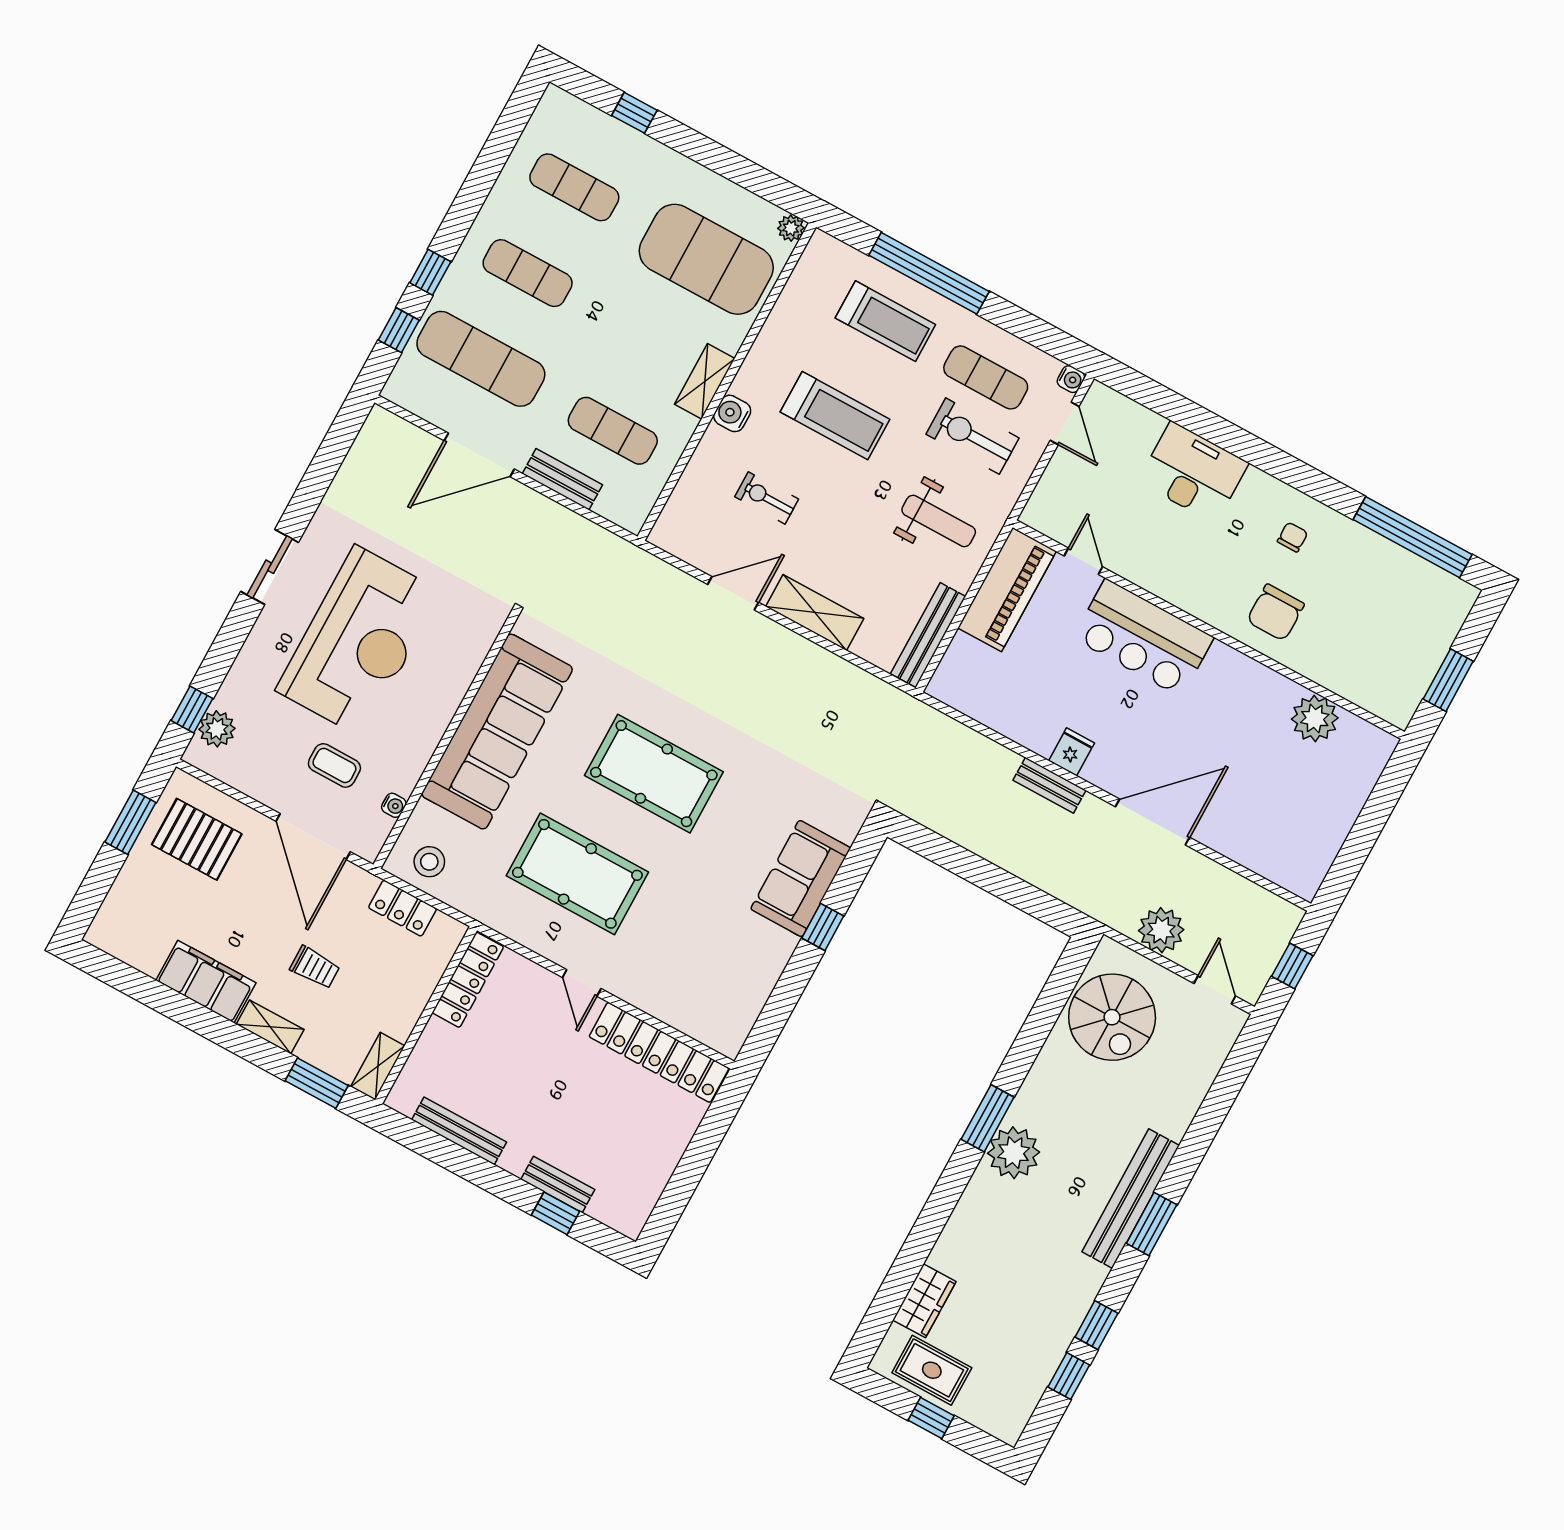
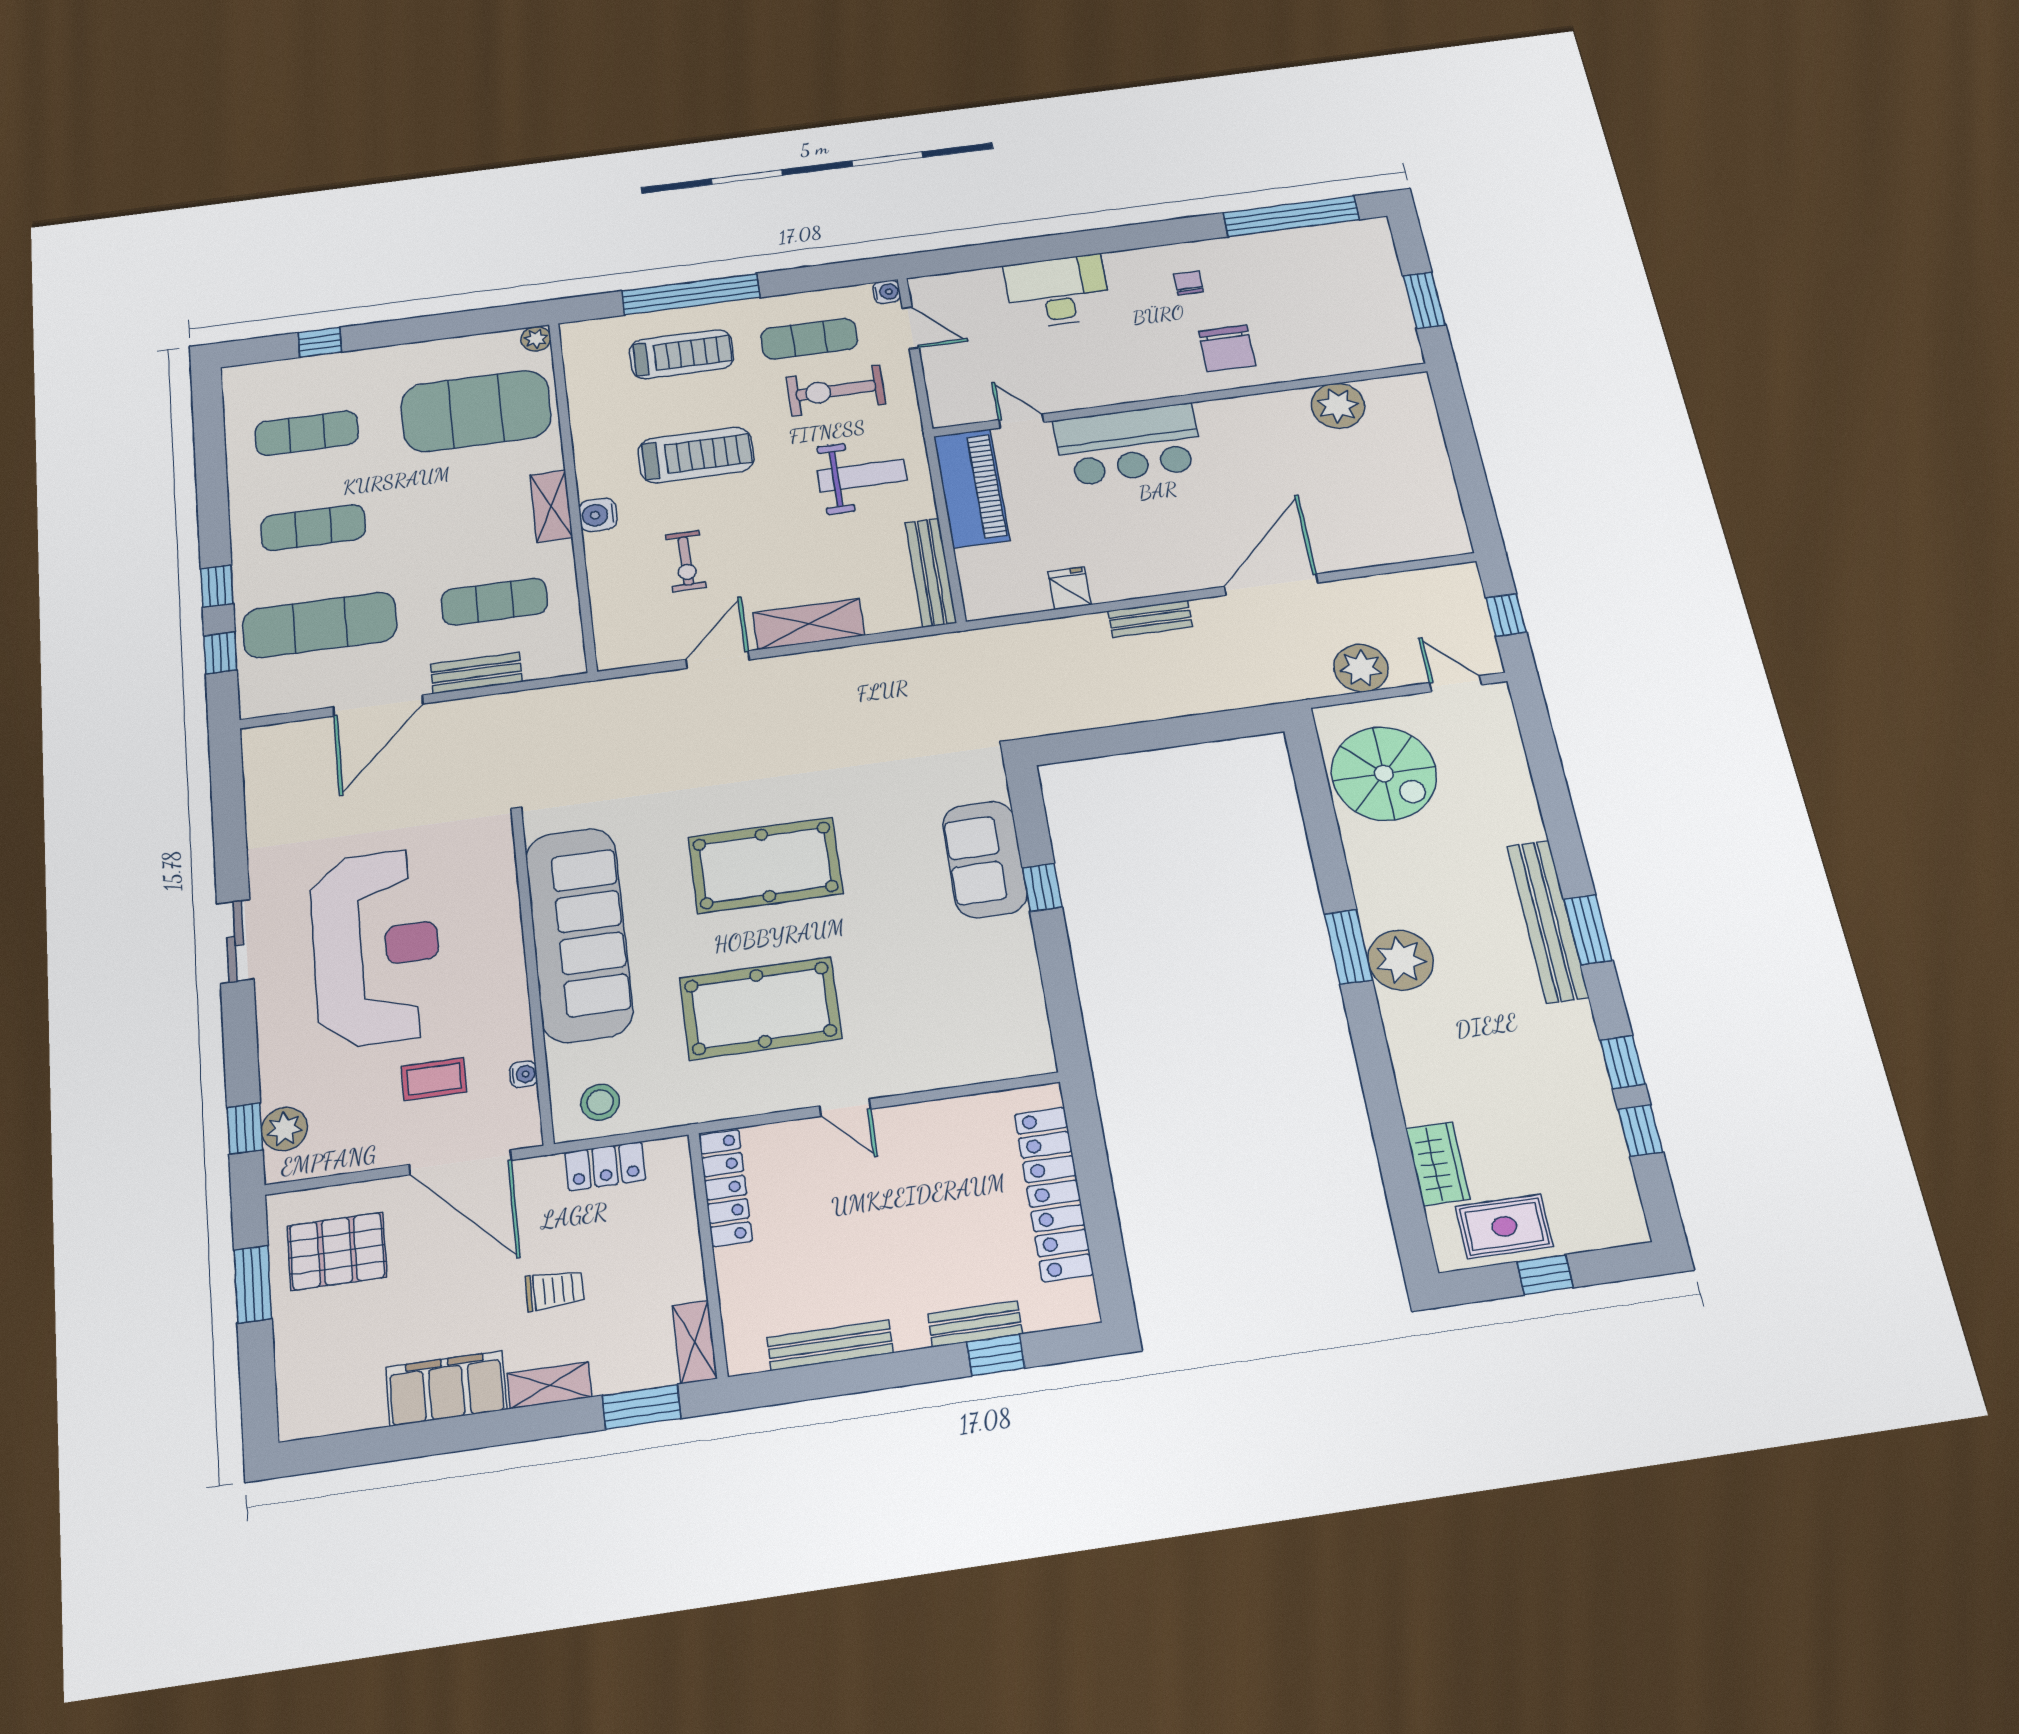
exercise bike: (767, 498) -> (686, 561), turned -90
fridge: (1072, 752) -> (1070, 588), moved
locker: (659, 1052) -> (1054, 1194), moved, turned 90

